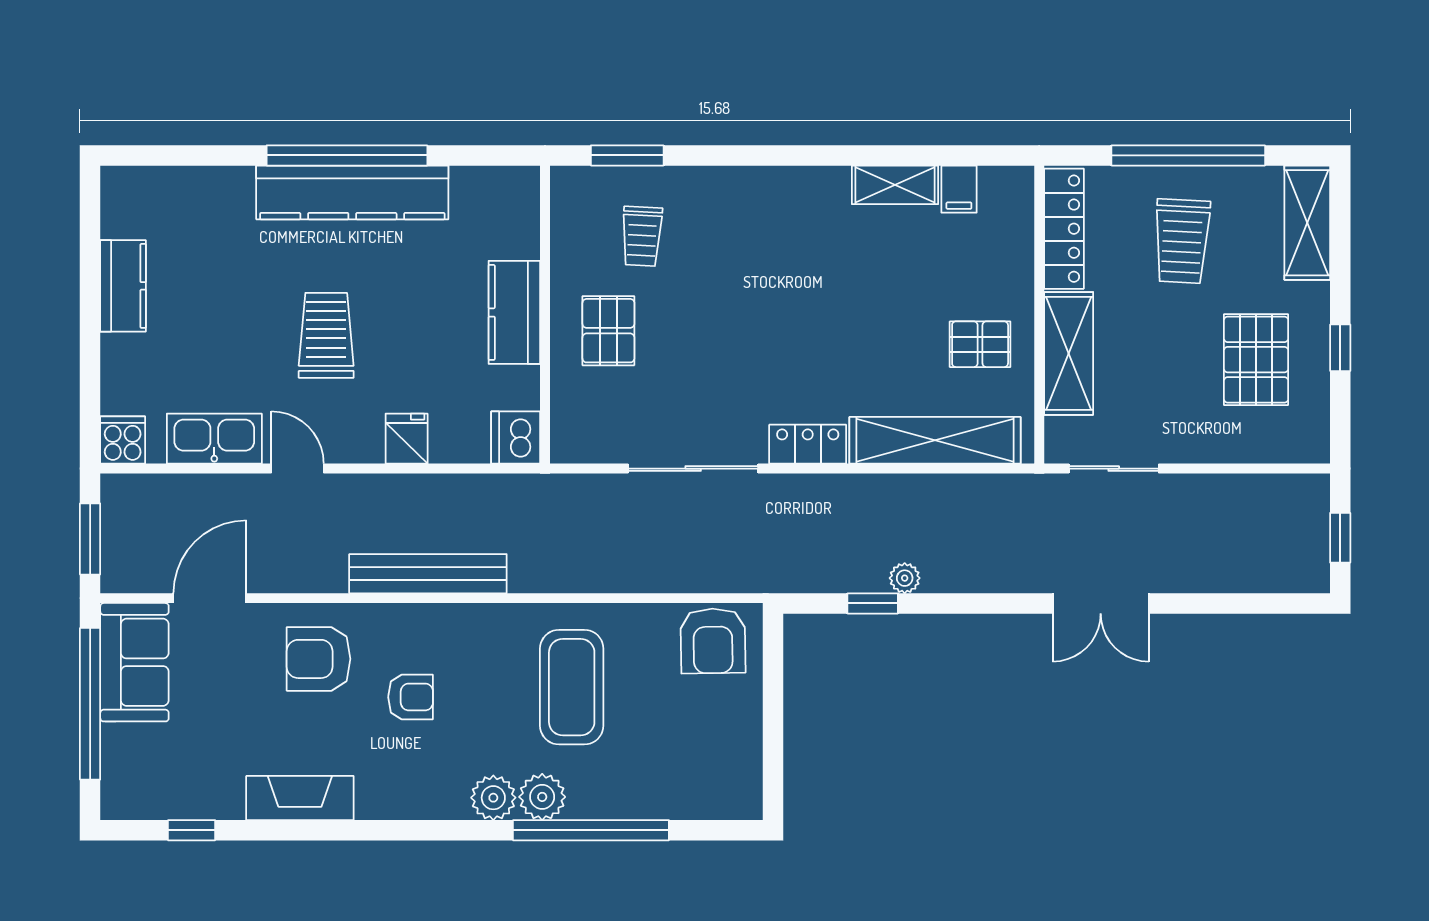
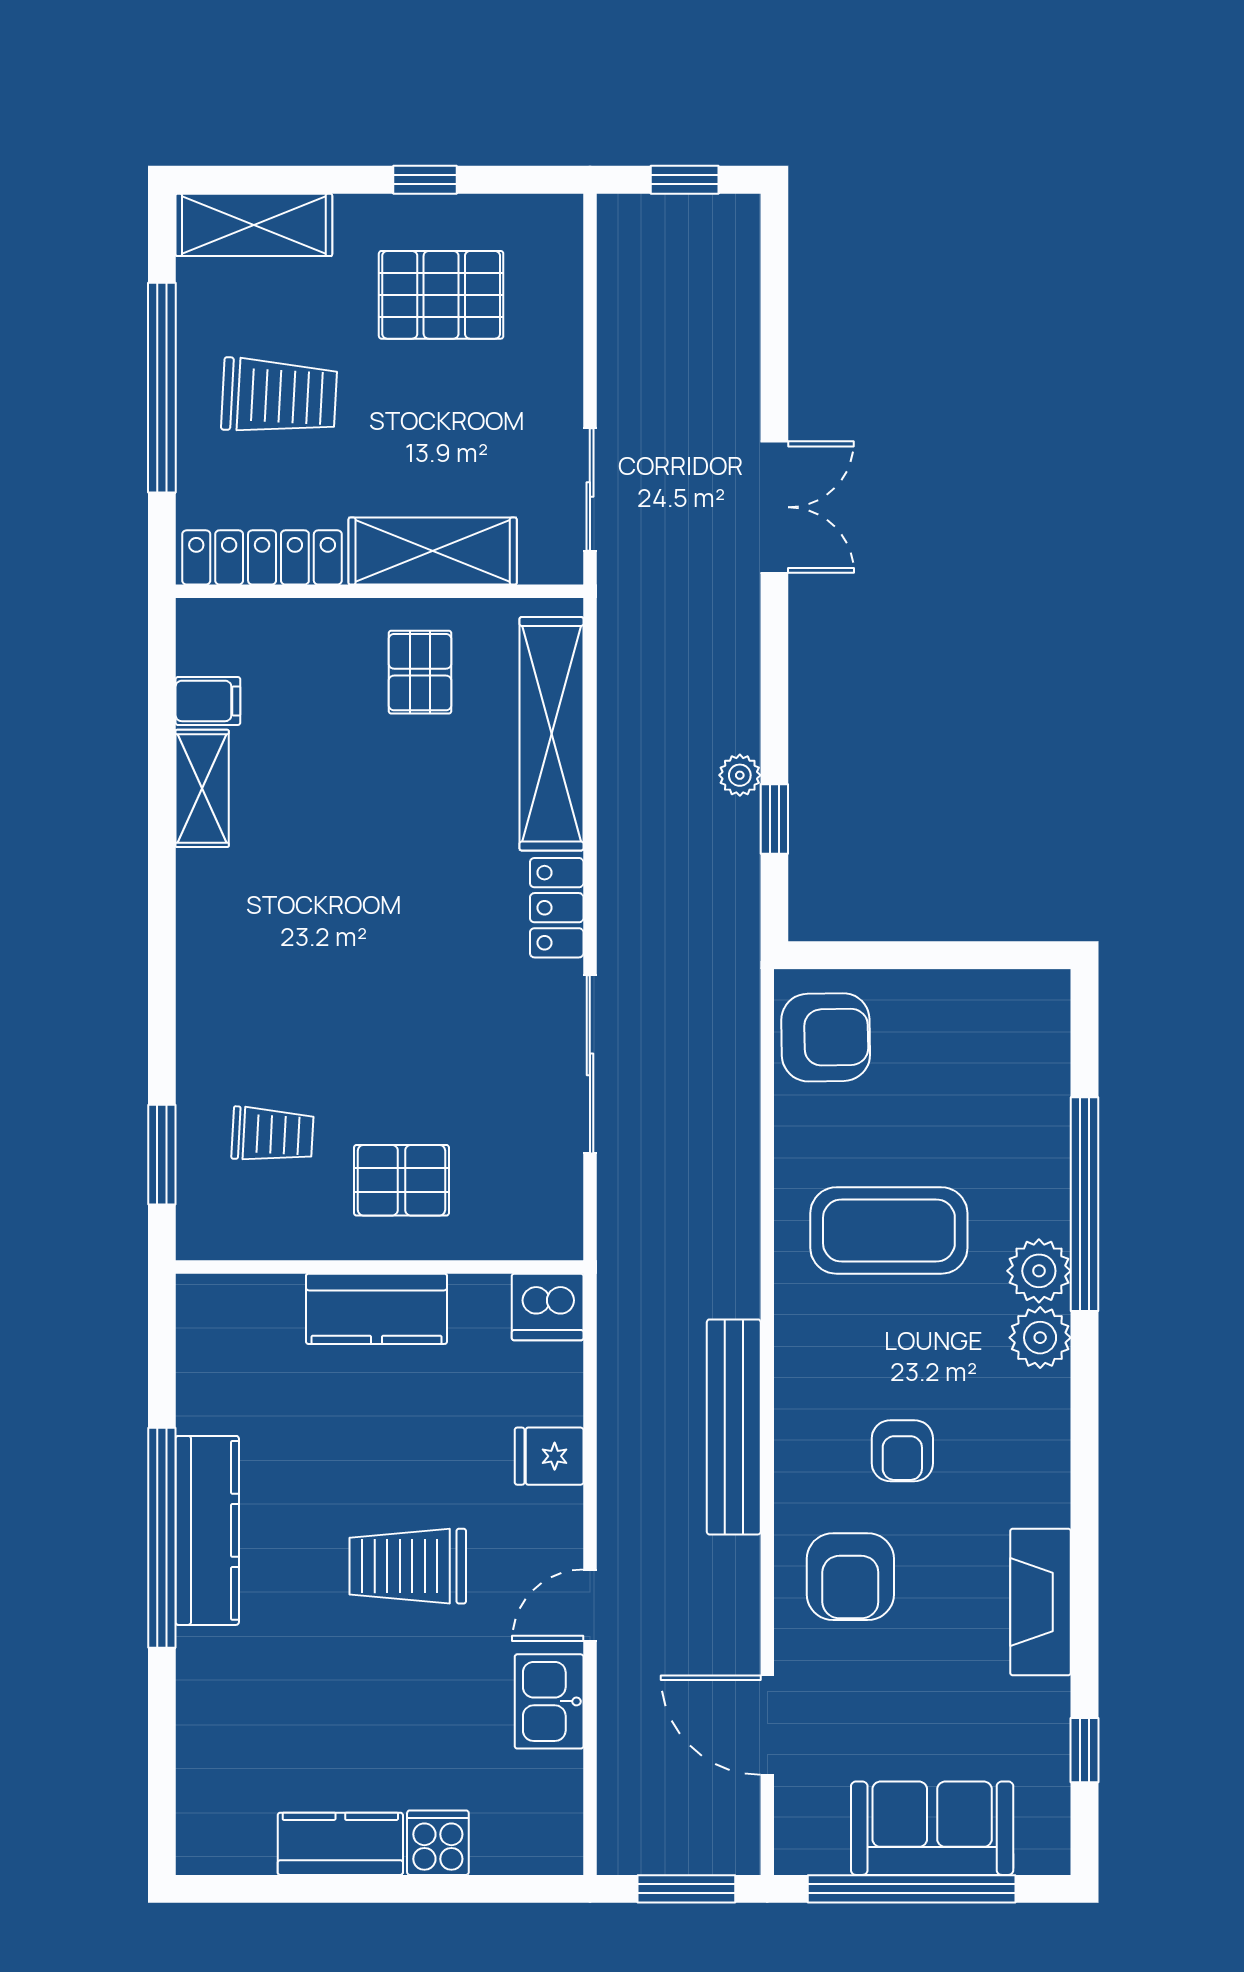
kitchen counter: (352, 192) -> (207, 1530), width x0.72, depth x0.86
kitchen sink: (214, 439) -> (549, 1701), width x0.73
cooker: (123, 440) -> (438, 1843), moved, turned 90
sofa: (134, 662) -> (932, 1828), moved
armchair: (411, 697) -> (902, 1451), turned 180

